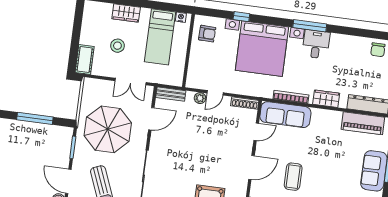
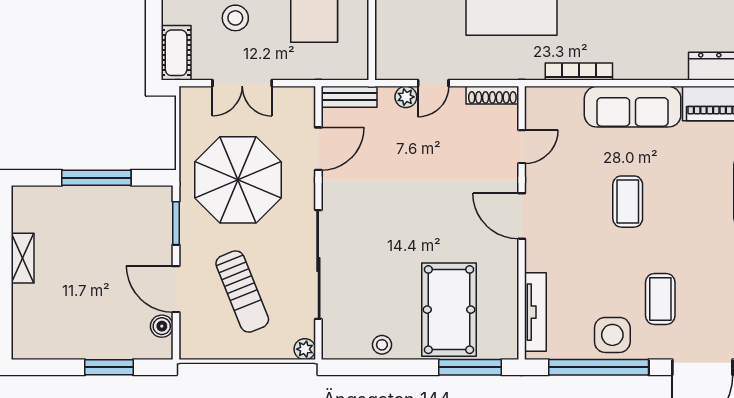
double door: (131, 82) -> (242, 83), moved
wardrobe: (326, 99) -> (646, 66), removed
sofa: (285, 115) -> (633, 107), moved
door: (251, 167) -> (522, 216), swing flipped
coffee table: (293, 177) -> (628, 202), moved

